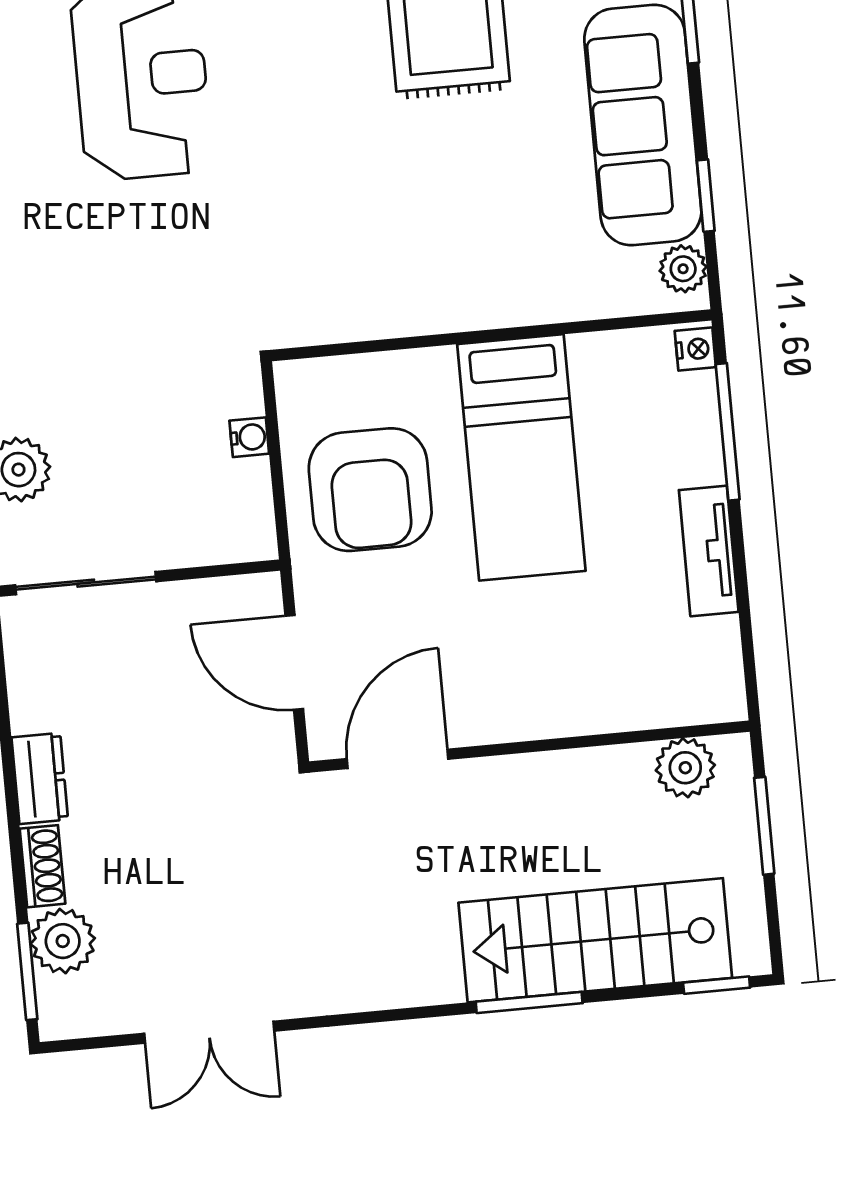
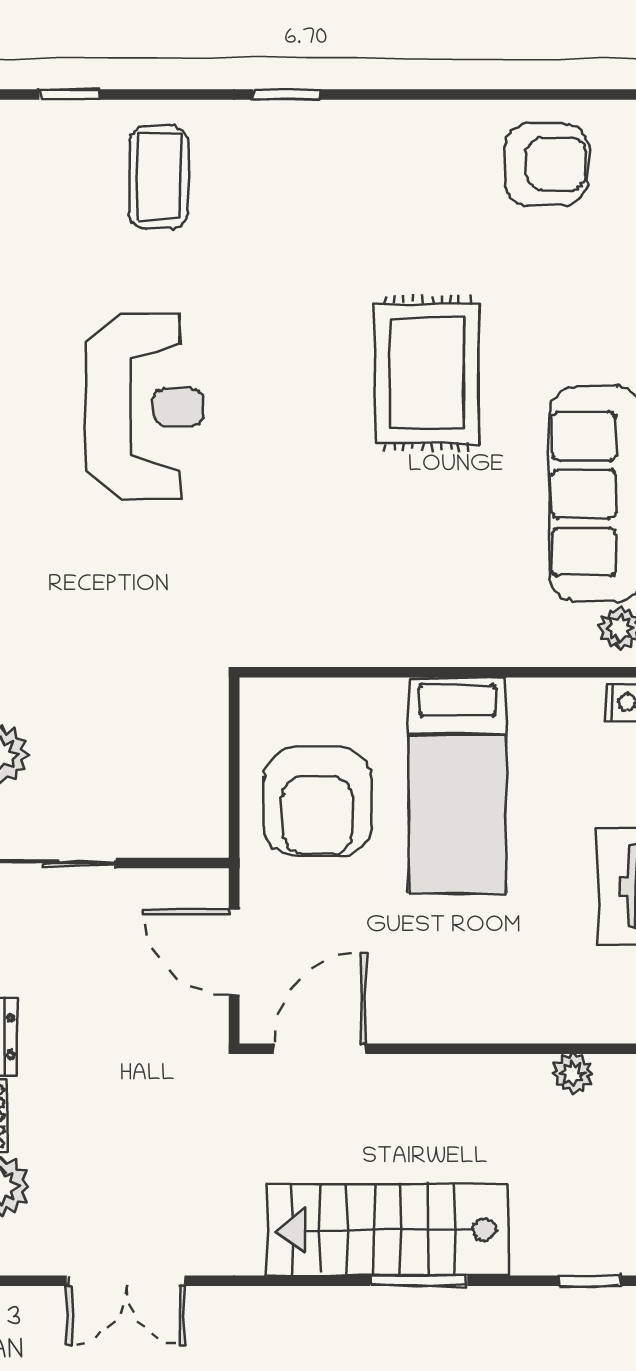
water cooler: (249, 437) -> (212, 744), removed
plant: (685, 768) -> (573, 1074), width x0.73, depth x0.73
stairs: (595, 940) -> (387, 1230), moved

